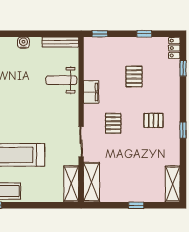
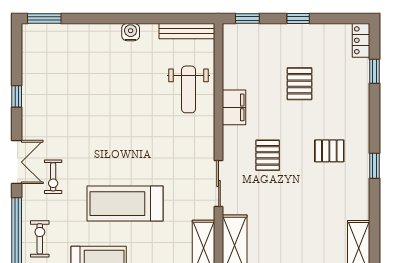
window: (144, 34) -> (298, 19), moved
weight bench: (61, 80) -> (188, 89), turned -90

